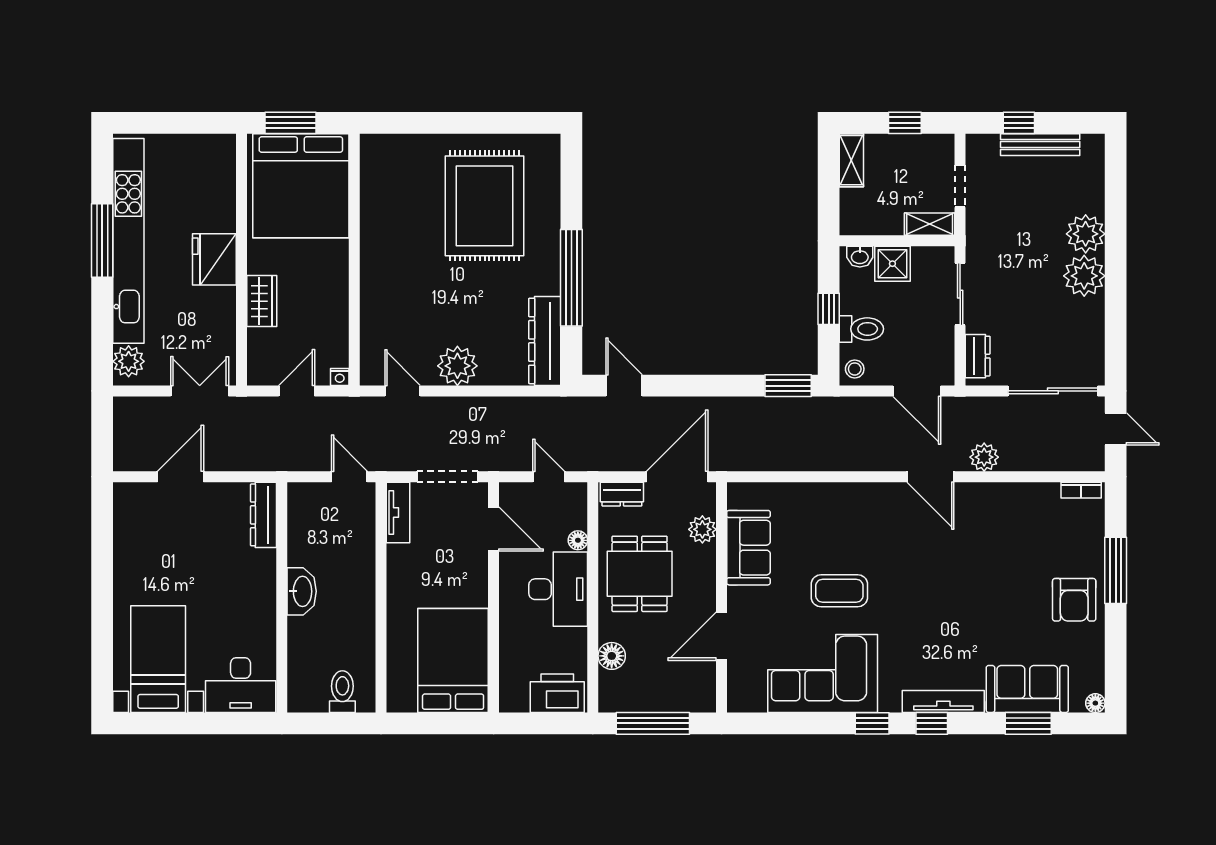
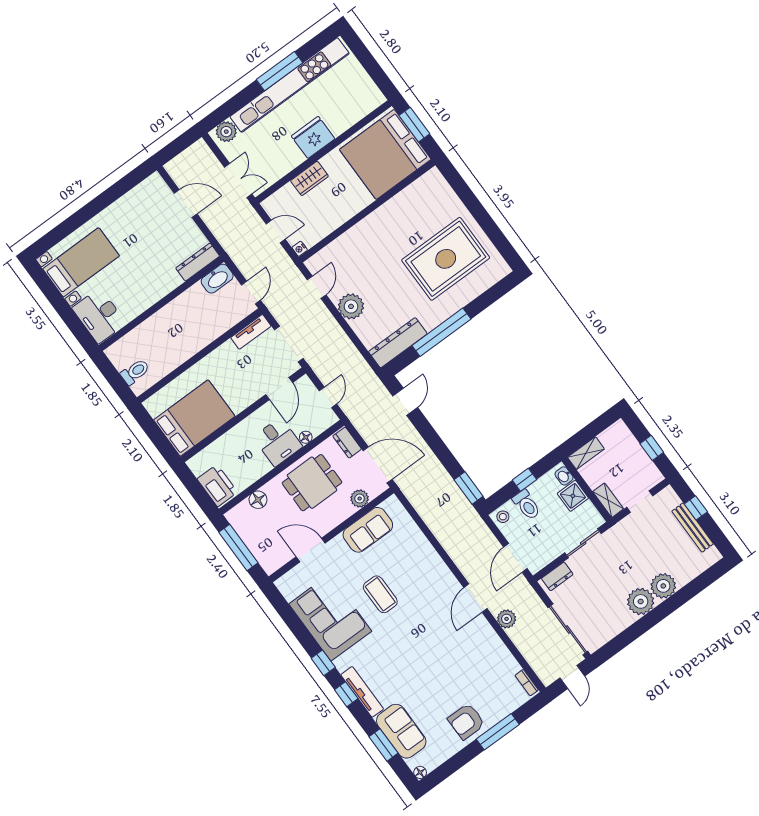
shelving: (851, 160) -> (586, 453), moved
desk: (558, 589) -> (278, 442), width x0.73
washbasin: (302, 591) -> (217, 279), moved

